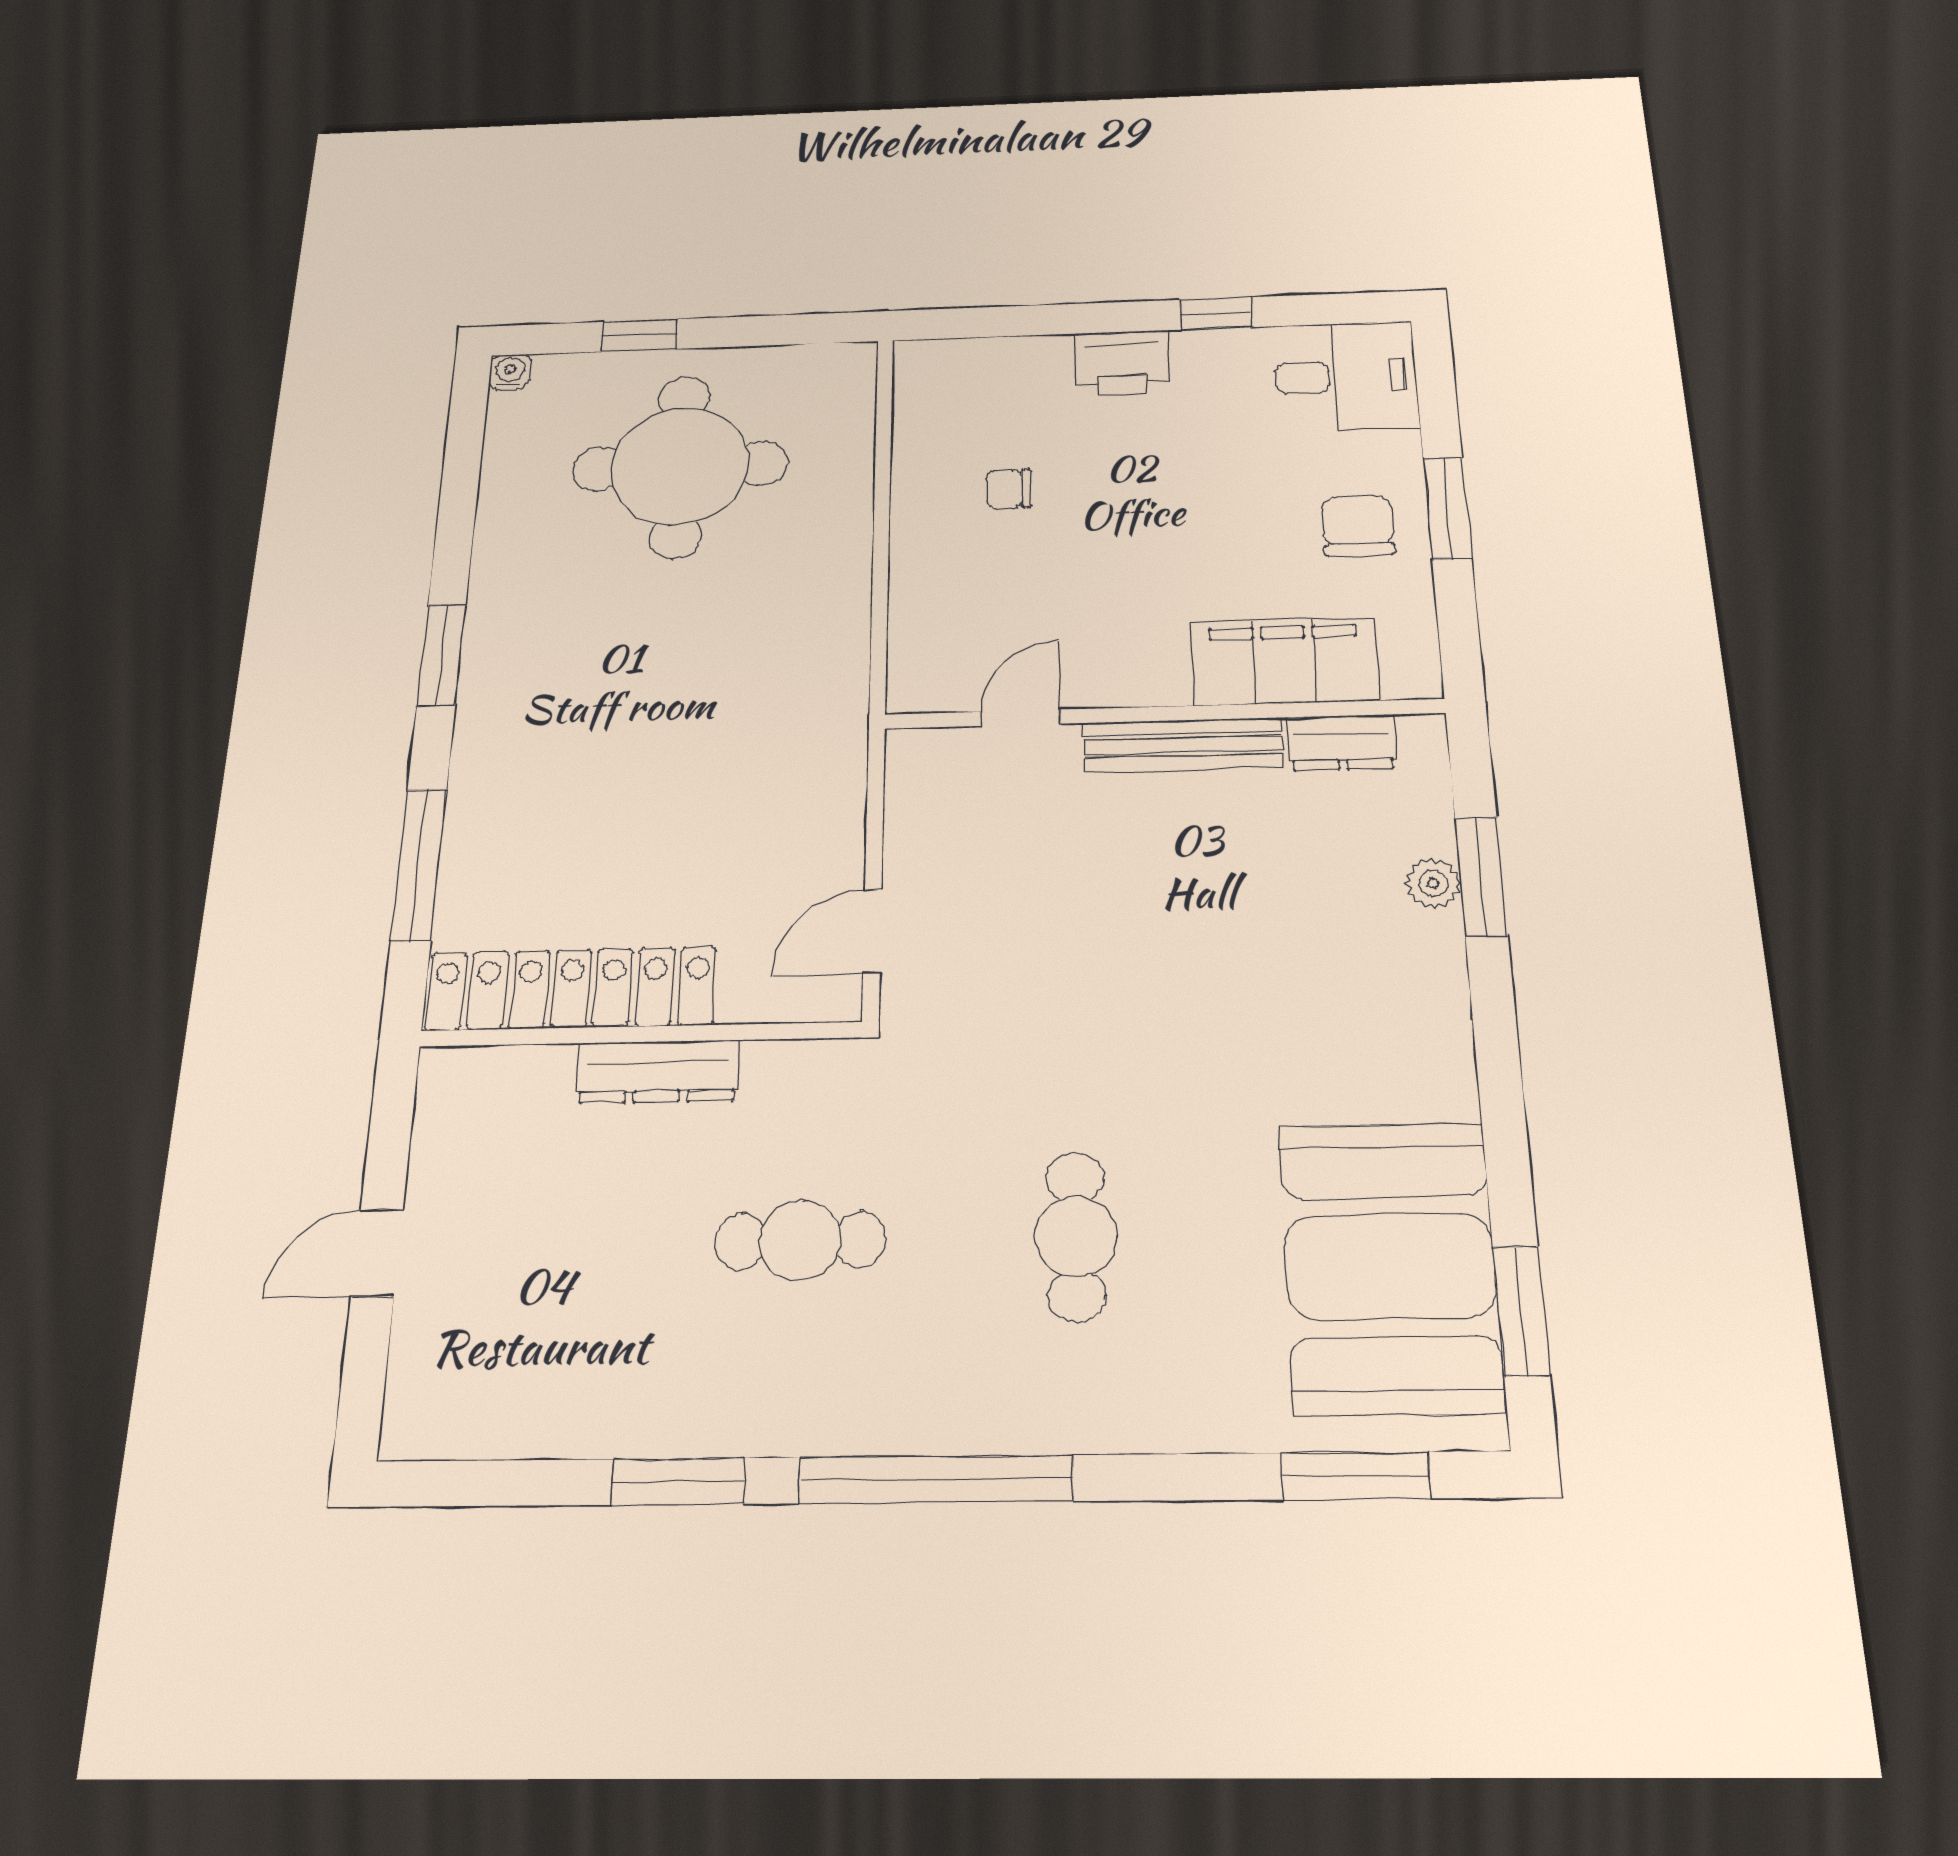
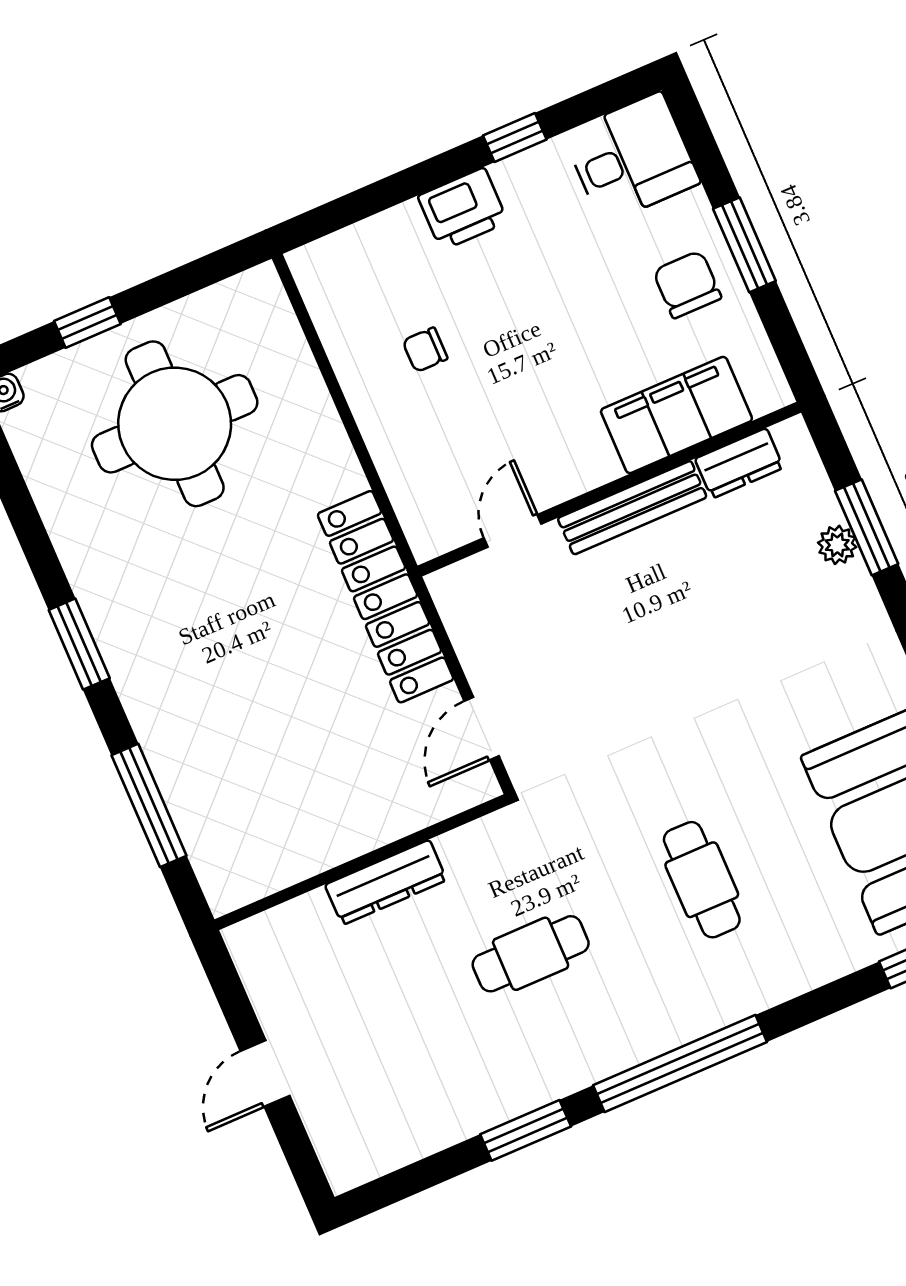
locker: (571, 989) -> (386, 597), moved, turned -90

